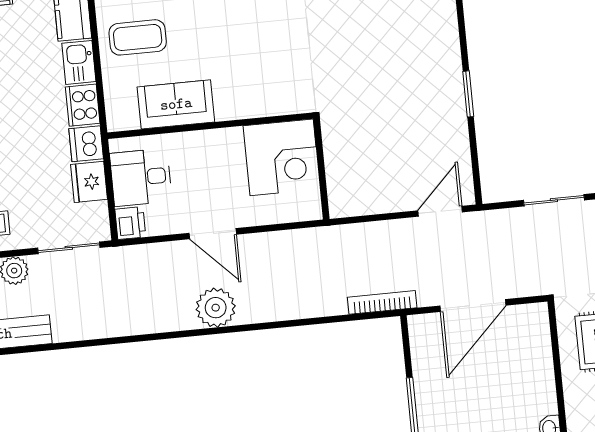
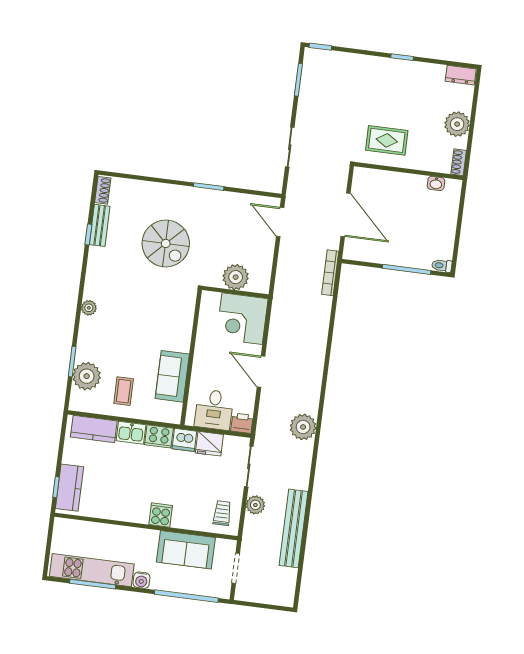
coffee table: (138, 37) -> (124, 391), width x0.73, depth x0.77
spiral stairs: (370, 50) -> (166, 243), added
corner desk: (282, 157) -> (242, 319), moved, turned 180
plant: (344, 164) -> (236, 277), added
door: (213, 234) -> (261, 372), swing flipped
plant: (216, 308) -> (303, 427), moved

